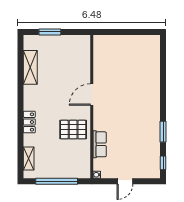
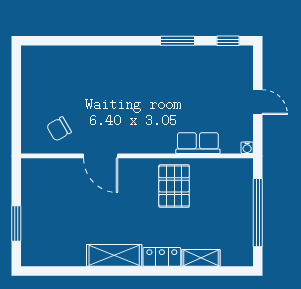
chair: (108, 58) -> (59, 129), added
shelving: (30, 67) -> (114, 255), moved
door: (92, 94) -> (101, 156), moved
shelving: (29, 159) -> (201, 258), moved

